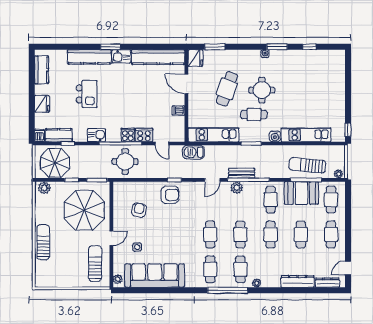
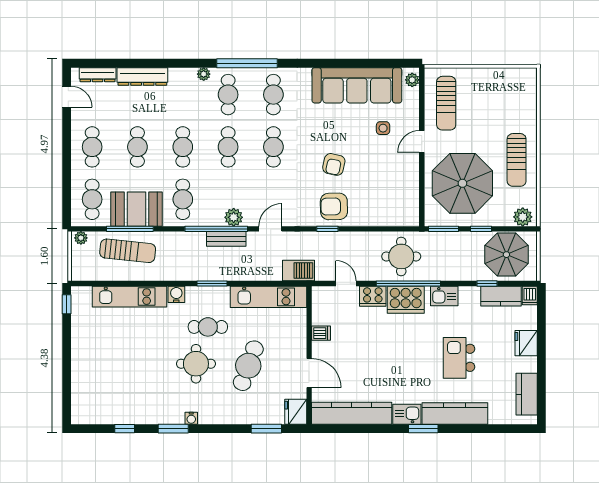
cooker: (128, 135) -> (406, 300), width x1.87, depth x1.31
armchair: (139, 210) -> (334, 164), moved
sun lounger: (43, 242) -> (517, 160), moved
door: (348, 268) -> (67, 97), hinge flipped

